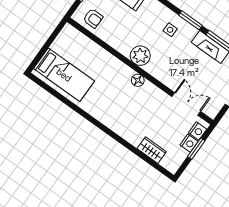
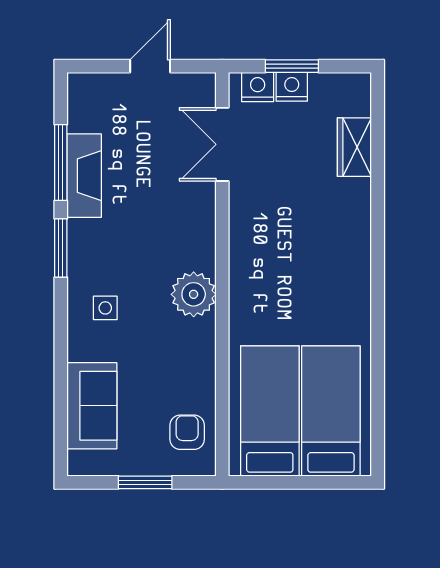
side table: (170, 30) -> (105, 308), moved
bed: (80, 53) -> (270, 411), added
floor lamp: (138, 80) -> (243, 266), removed

